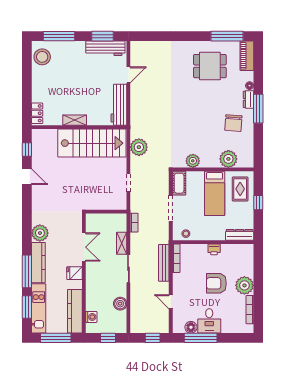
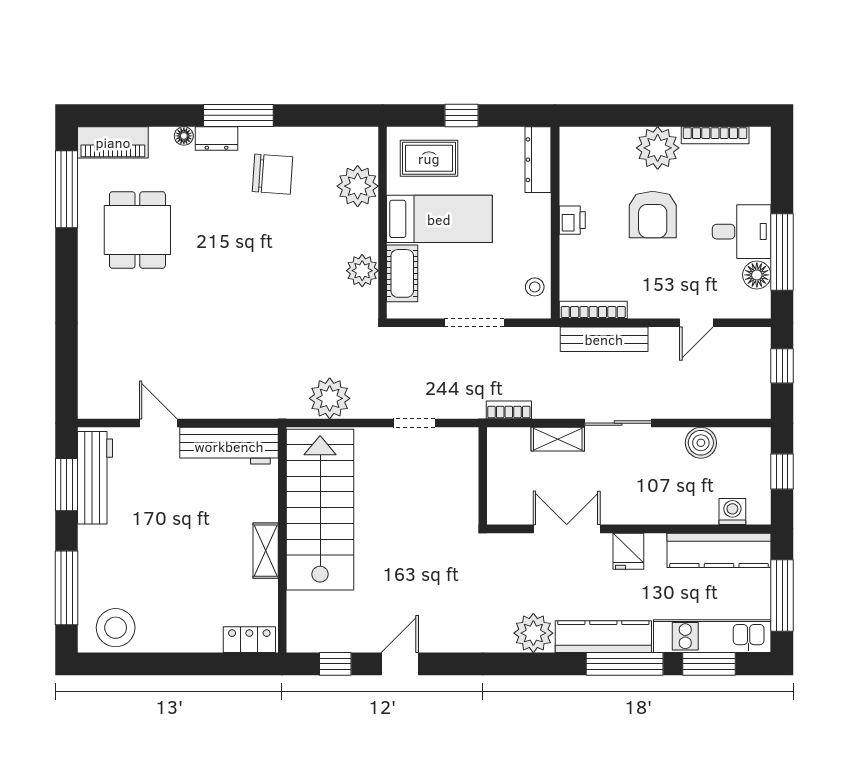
cot: (179, 183) -> (402, 273), moved, turned 90

